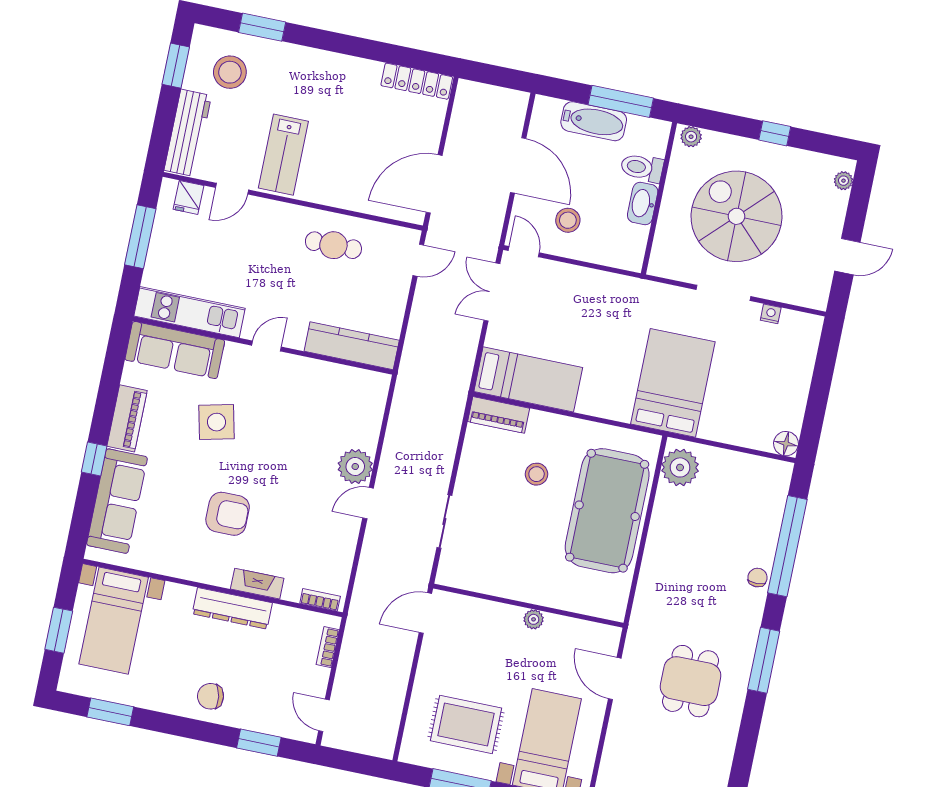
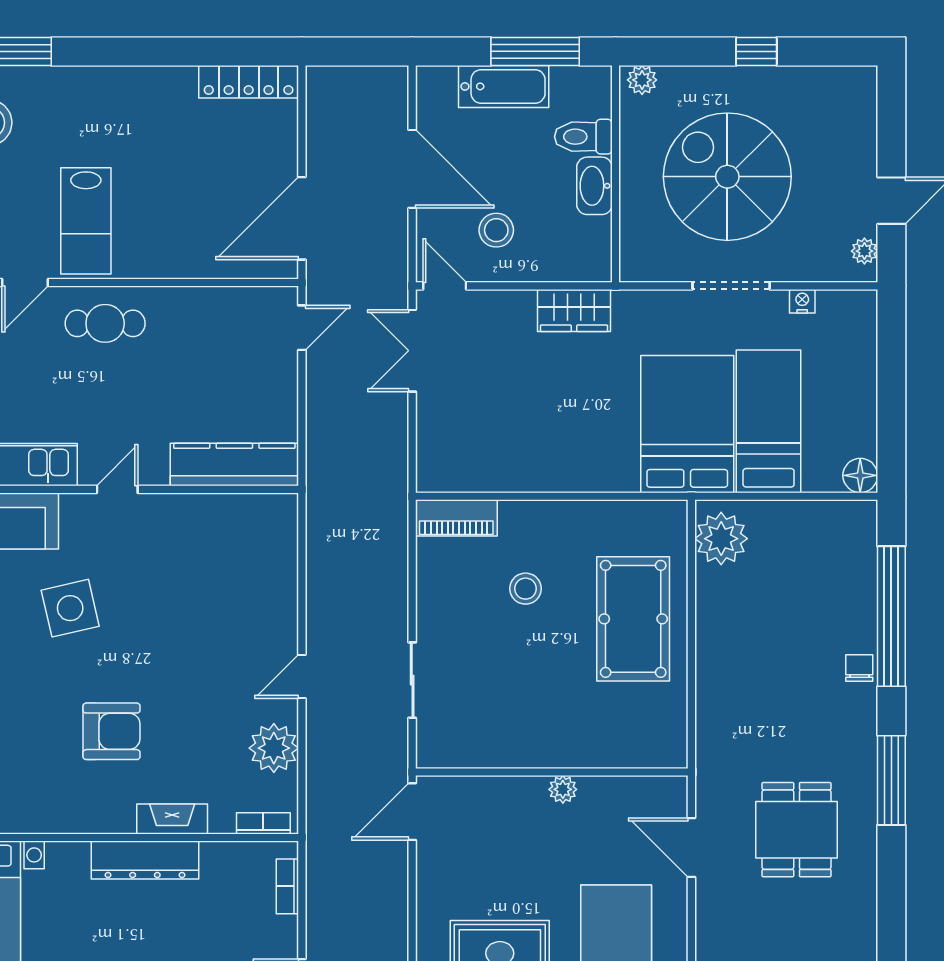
plant: (843, 181) -> (864, 251), moved
cafe table: (333, 245) -> (105, 323), moved
wardrobe: (610, 287) -> (574, 310), added
bed: (528, 379) -> (769, 421), moved, turned -90
plant: (355, 467) -> (274, 748), moved
pool table: (607, 511) -> (633, 619), width x0.73, depth x0.76

